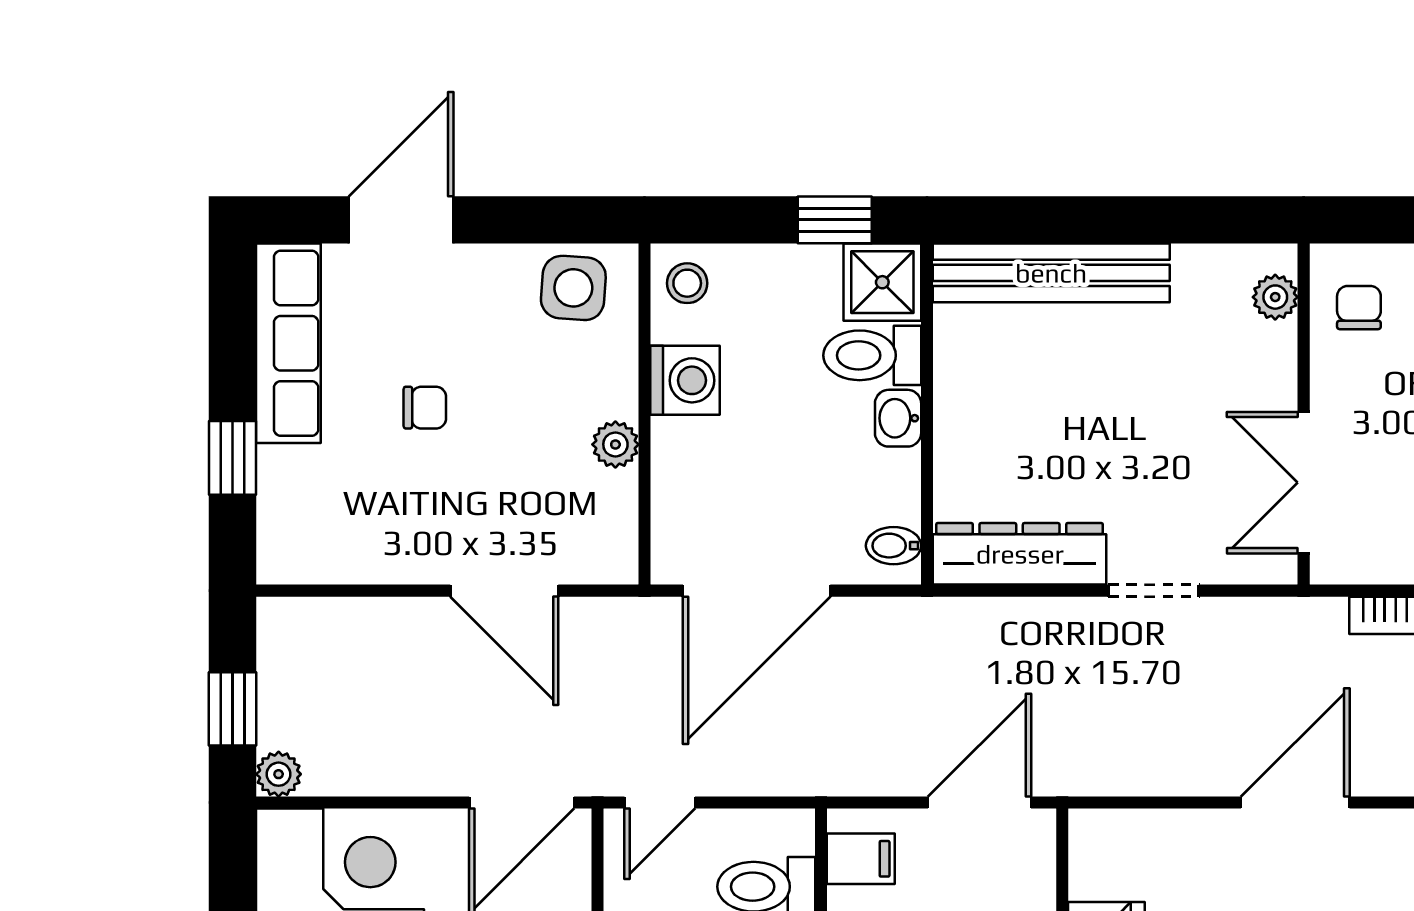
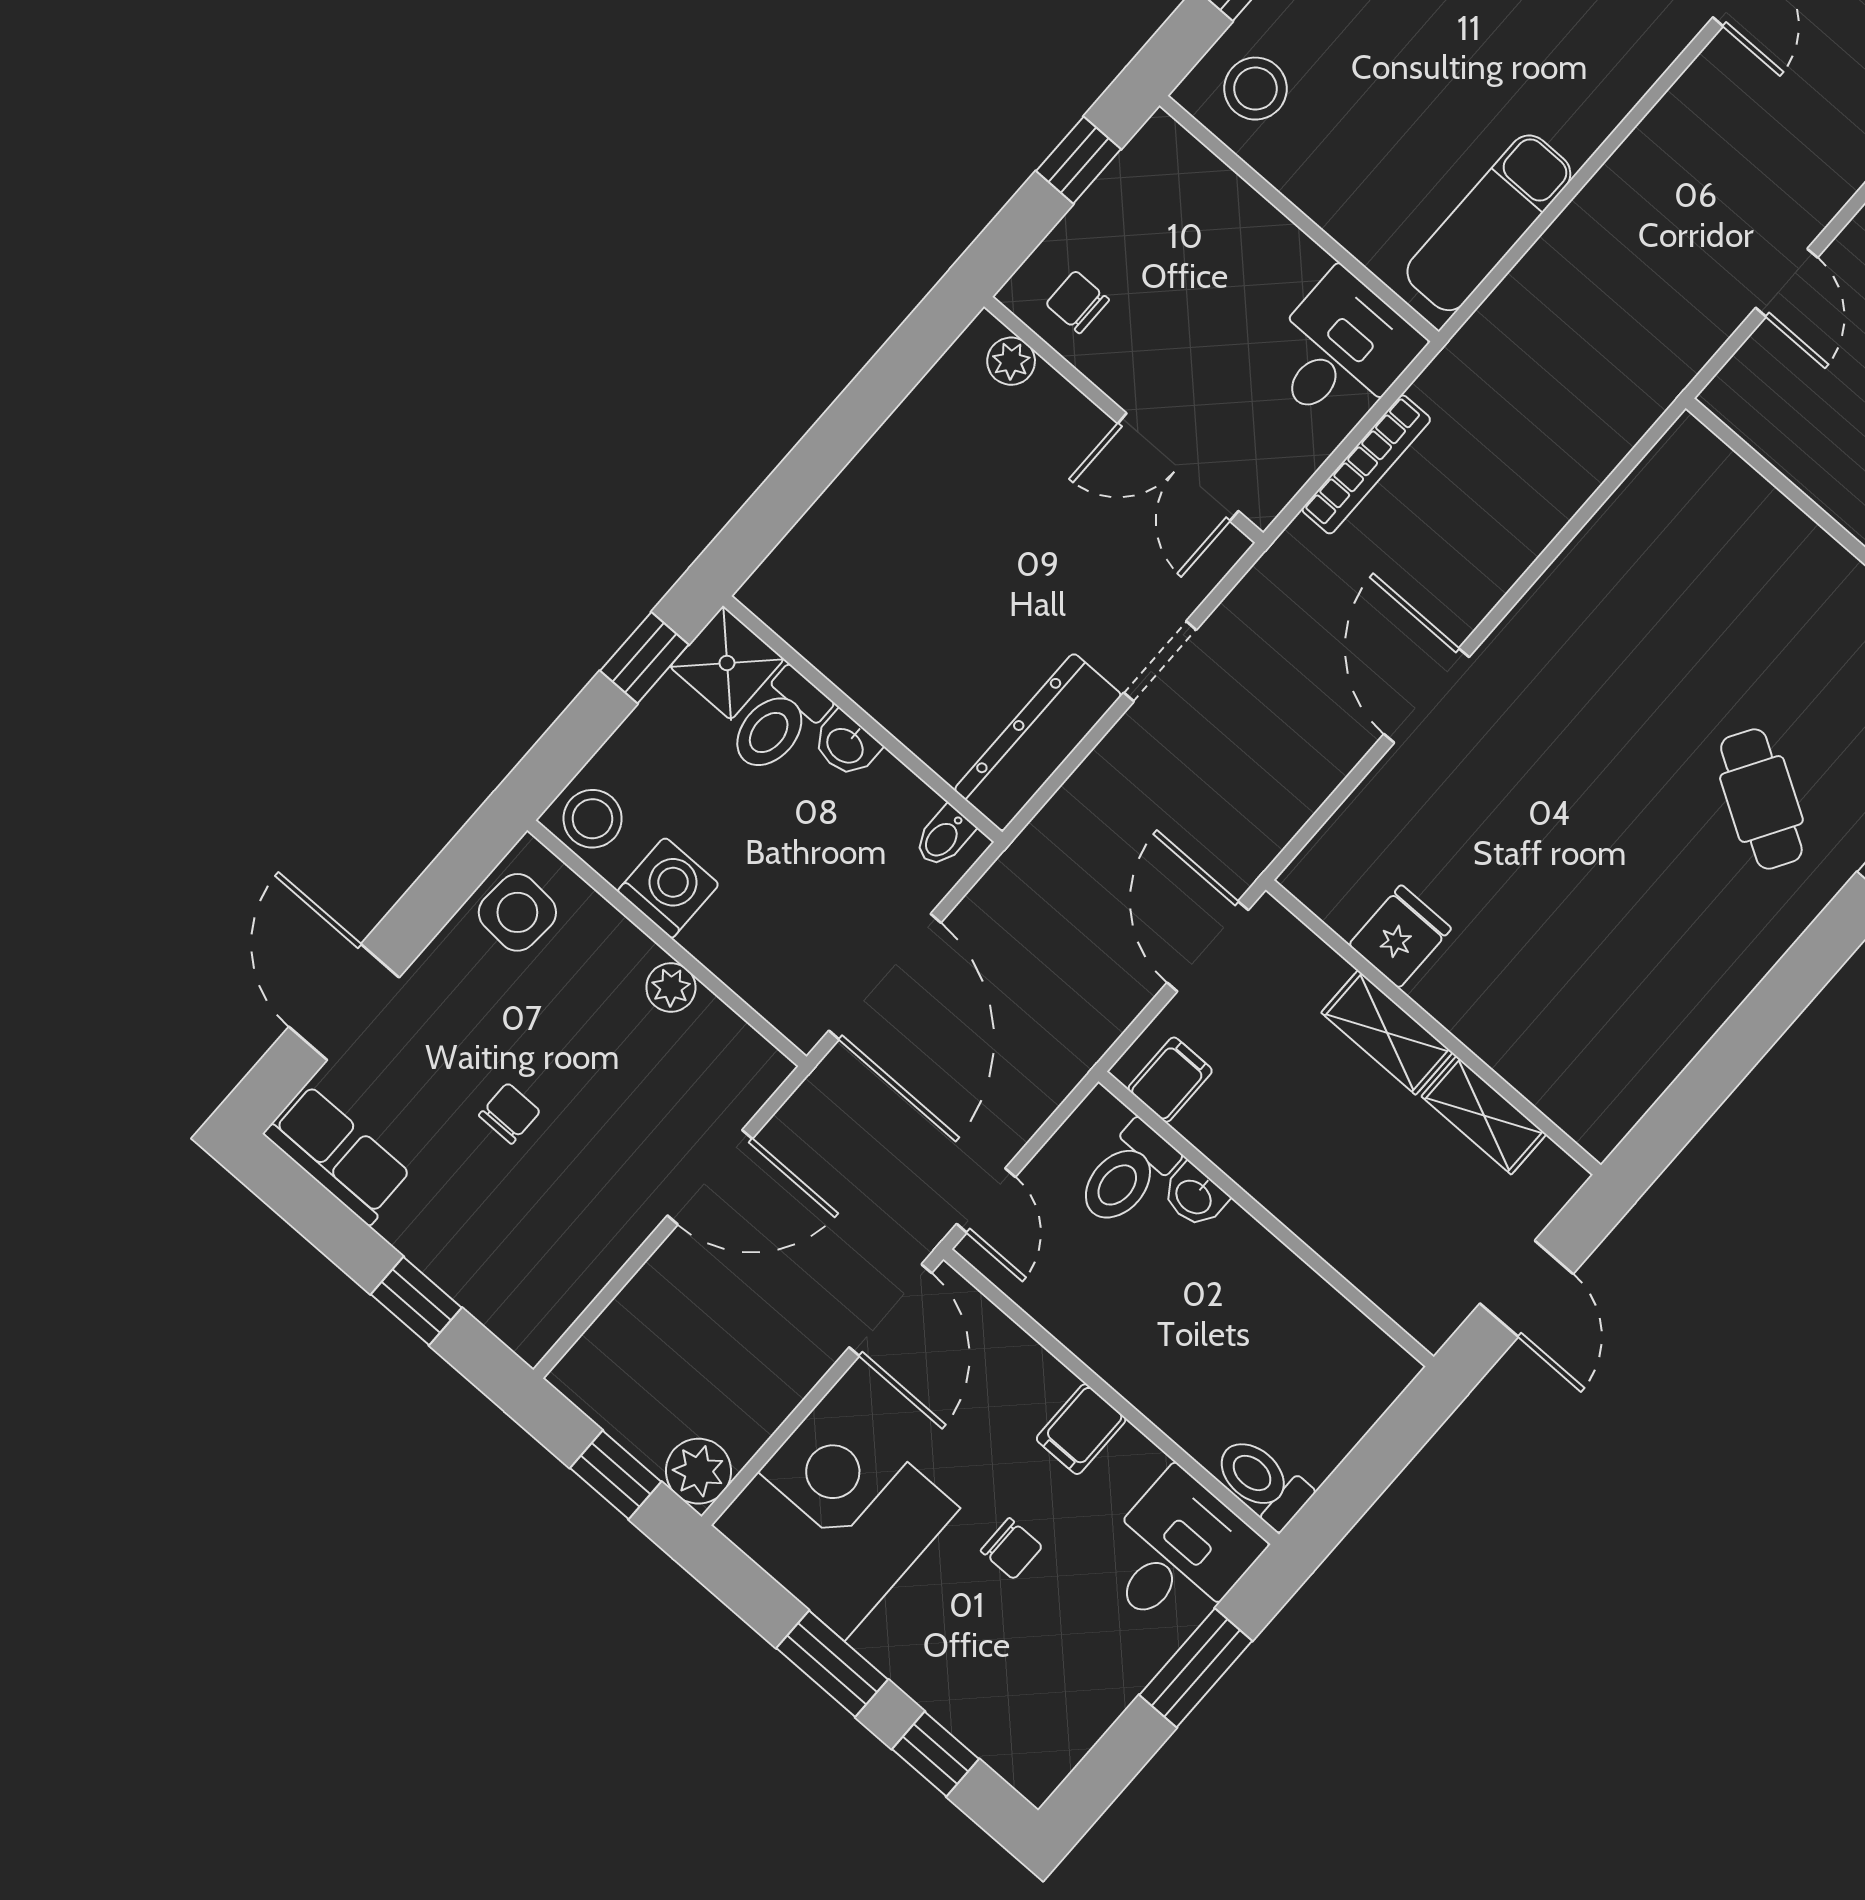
bench: (1051, 273) -> (837, 522), removed
stool: (687, 283) -> (593, 819), width x1.37, depth x1.37
row of seats: (288, 343) -> (338, 1155), width x0.68
plant: (279, 774) -> (699, 1471), width x1.38, depth x1.38

